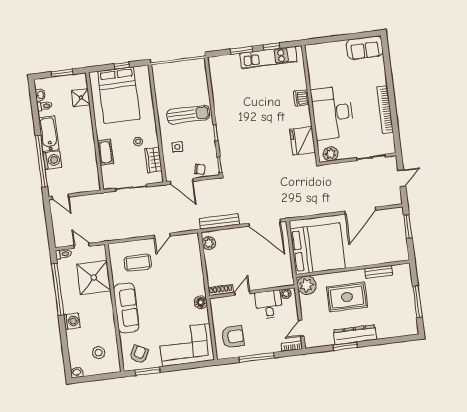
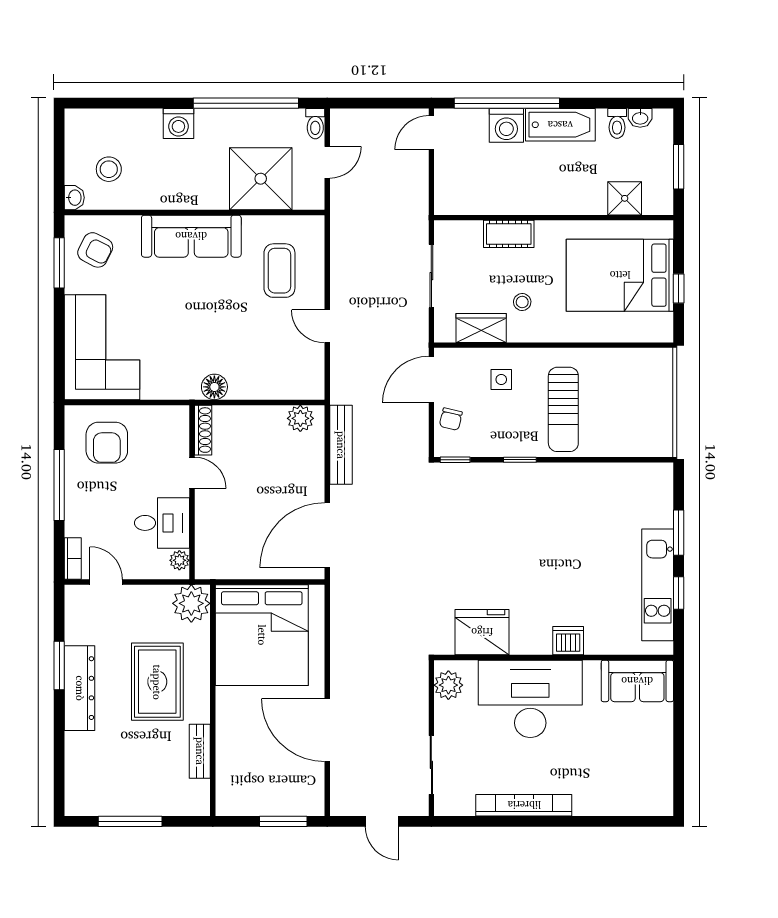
sofa: (365, 48) -> (637, 681), moved, turned -90
floor lamp: (201, 302) -> (214, 387), moved
washbasin: (77, 373) -> (74, 198), moved

